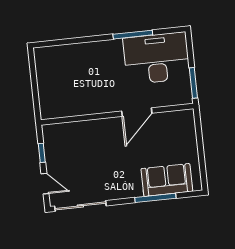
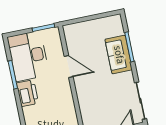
printer: (106, 52) -> (27, 93), added
sofa: (167, 180) -> (119, 55), moved

